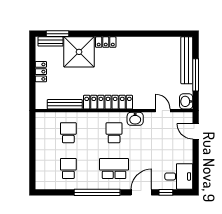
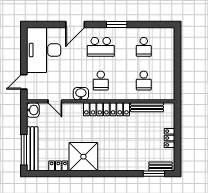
locker: (106, 42) -> (58, 166), moved
shower: (79, 52) -> (83, 157), moved
window: (196, 75) -> (24, 150), moved
door: (196, 131) -> (24, 82), swing flipped
desk: (179, 176) -> (44, 50), width x1.87, depth x1.30
window: (97, 192) -> (117, 25), width x0.47
window: (166, 192) -> (52, 25), removed

